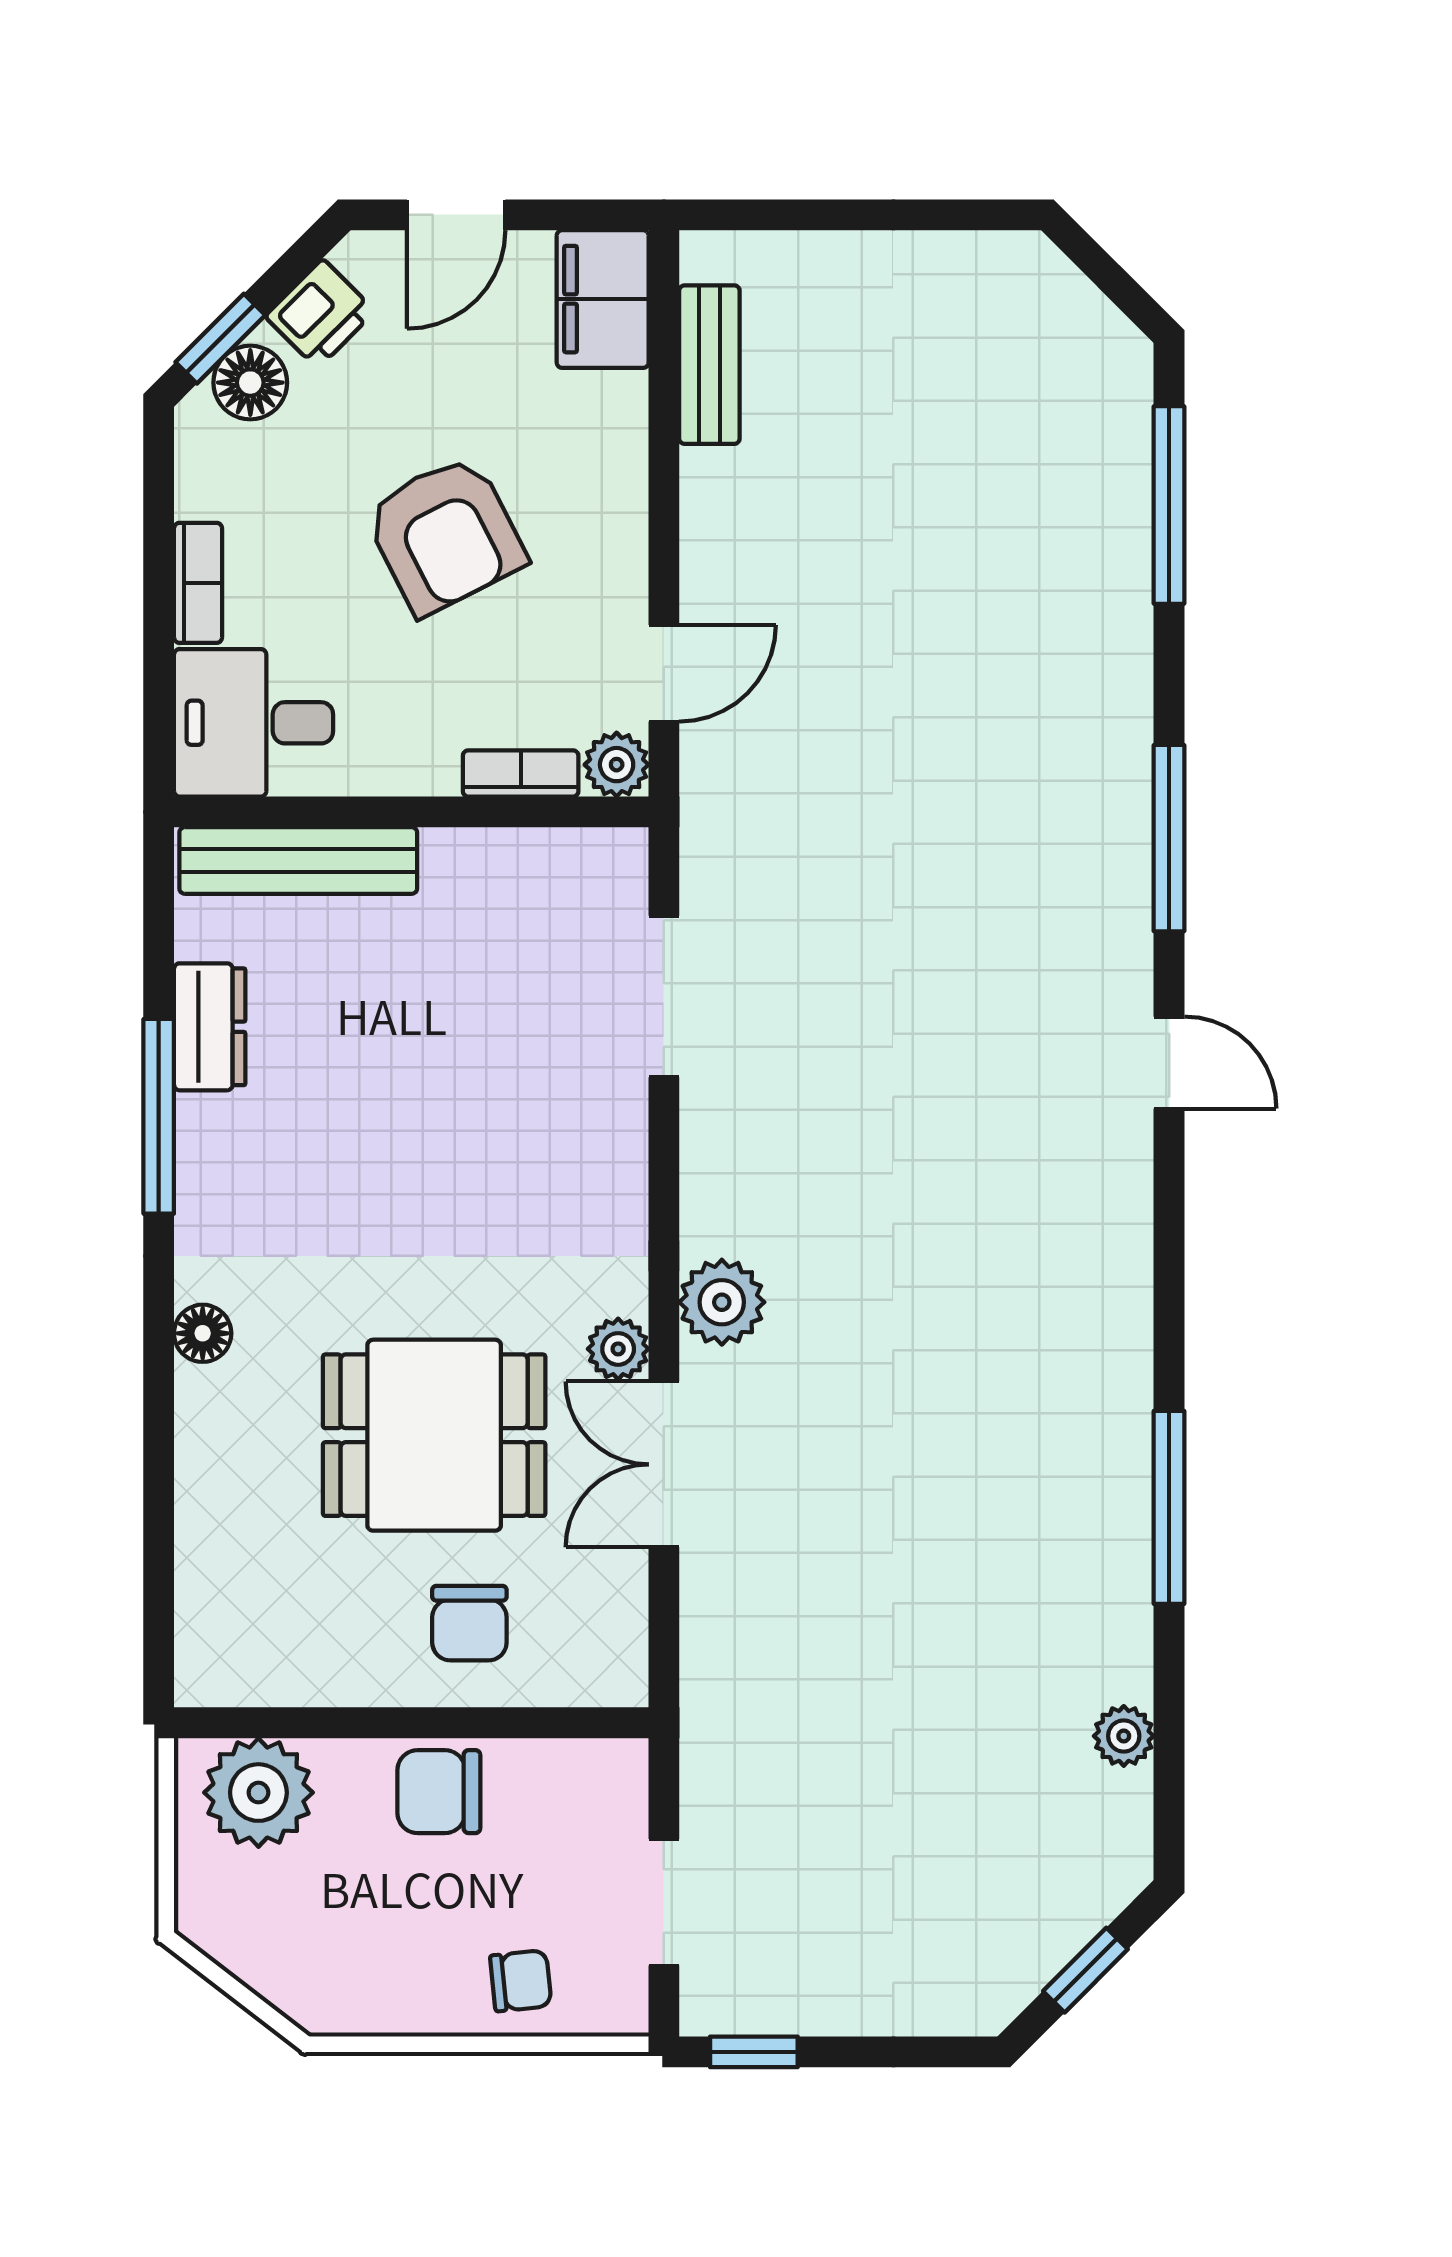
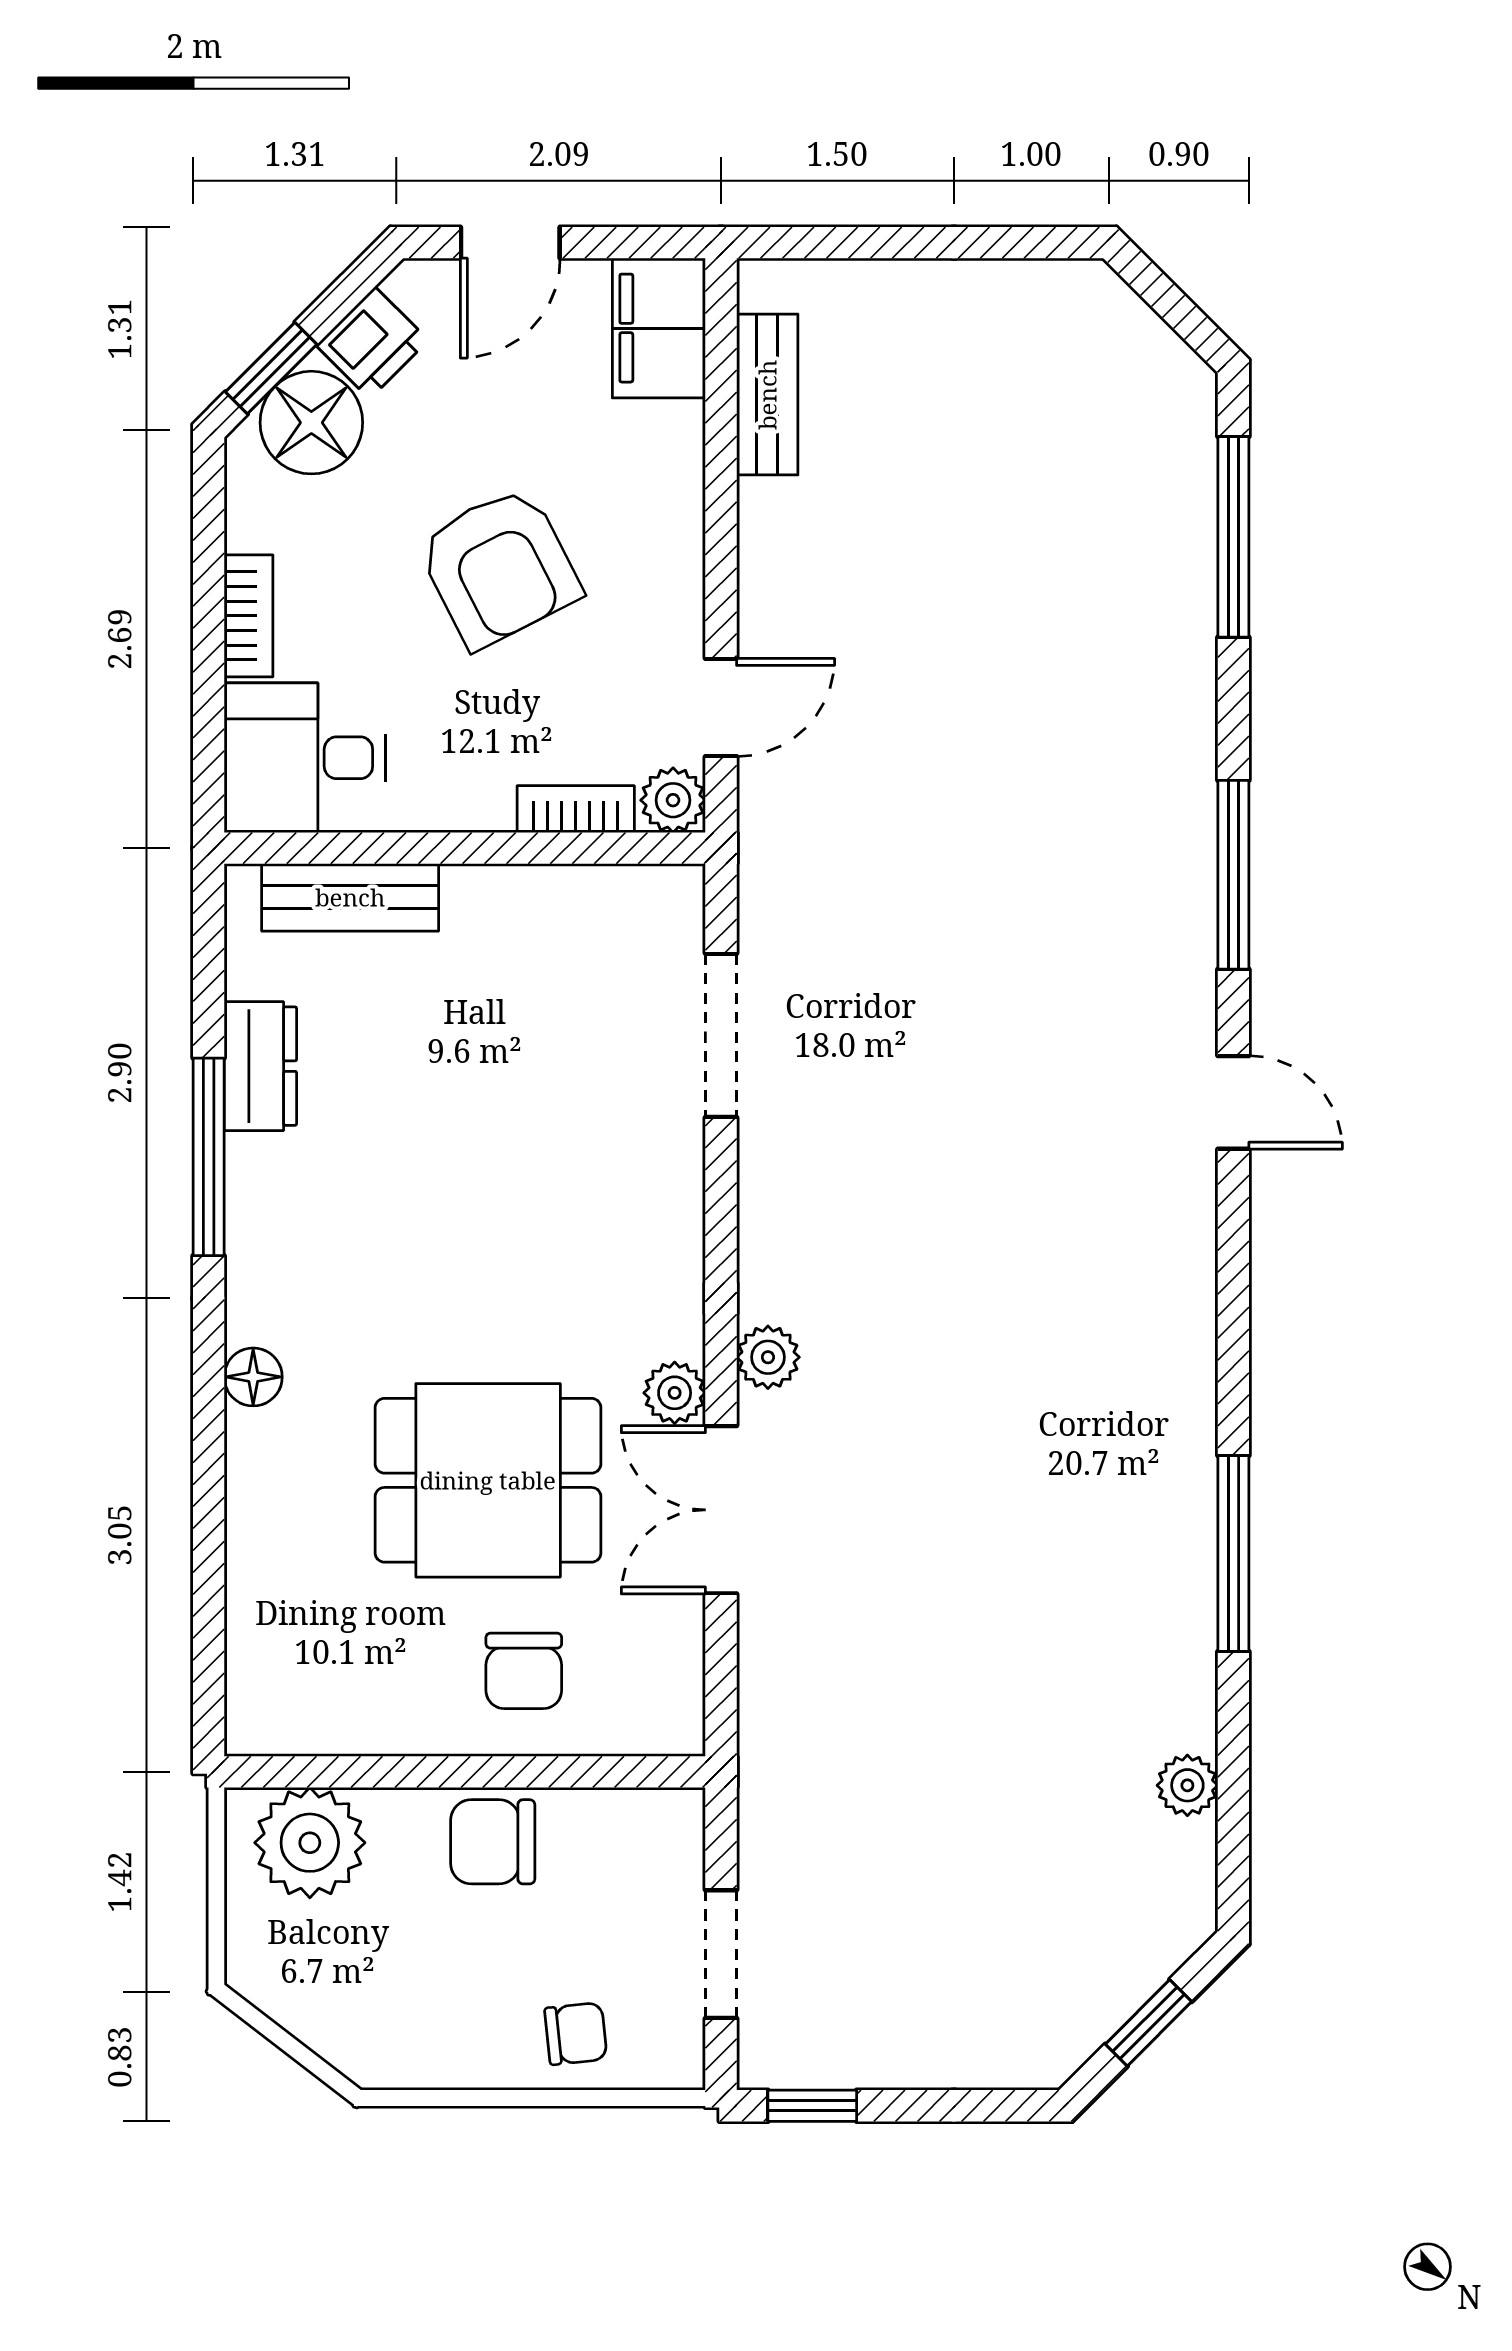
floor lamp: (250, 383) -> (311, 423), width x1.38, depth x1.38
bench: (298, 860) -> (350, 897), width x0.73
plant: (722, 1302) -> (768, 1357), width x0.73, depth x0.73

